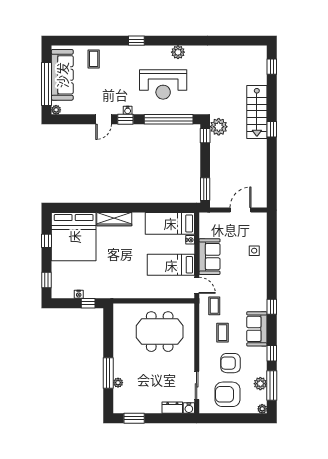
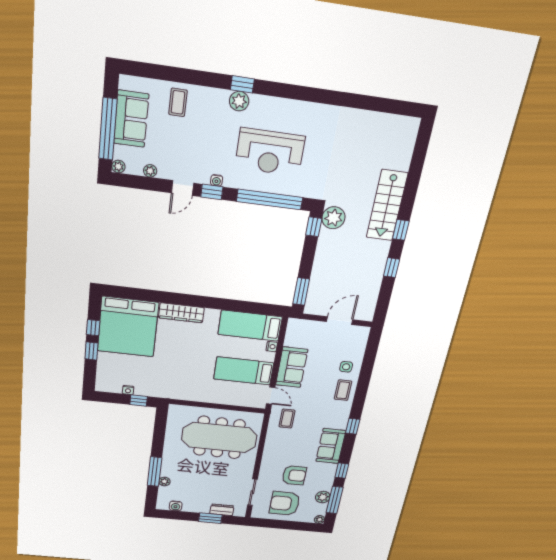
plant: (178, 52) -> (239, 101), moved
window: (272, 67) -> (392, 268), moved
sofa: (62, 75) -> (131, 119), width x0.73
plant: (79, 110) -> (150, 171), added
window: (47, 280) -> (91, 351), moved
meeting table: (160, 332) -> (219, 438), width x1.36
coffee table: (223, 333) -> (343, 390), moved
armchair: (230, 363) -> (294, 475), turned 180
water cooler: (189, 408) -> (176, 506), moved
window: (134, 418) -> (210, 518), moved

